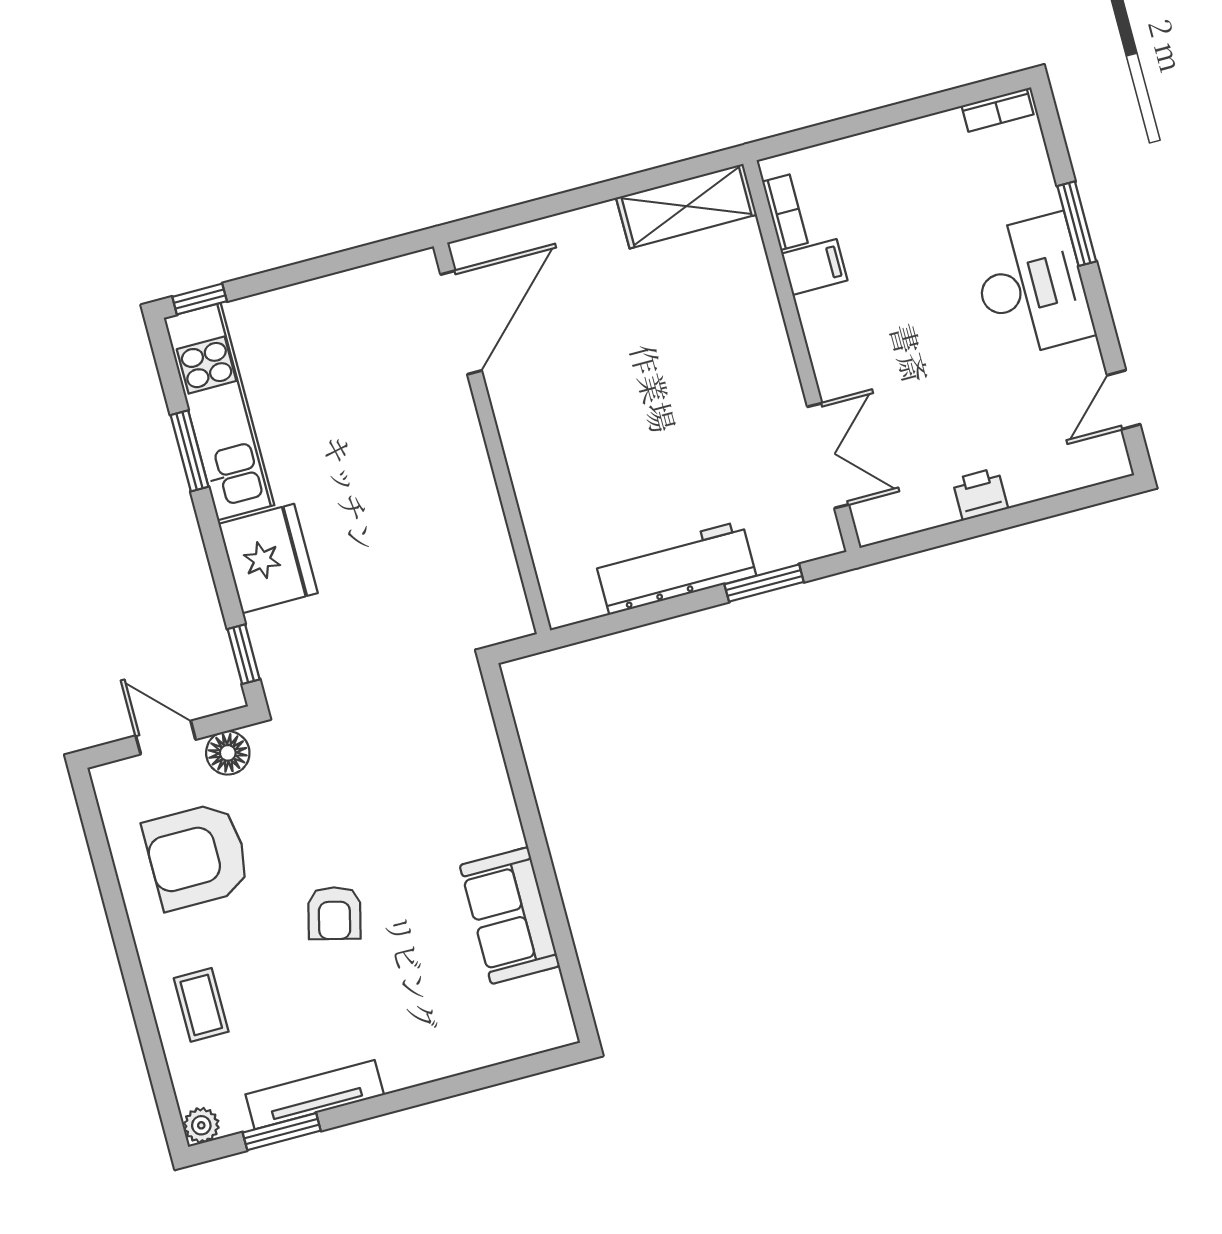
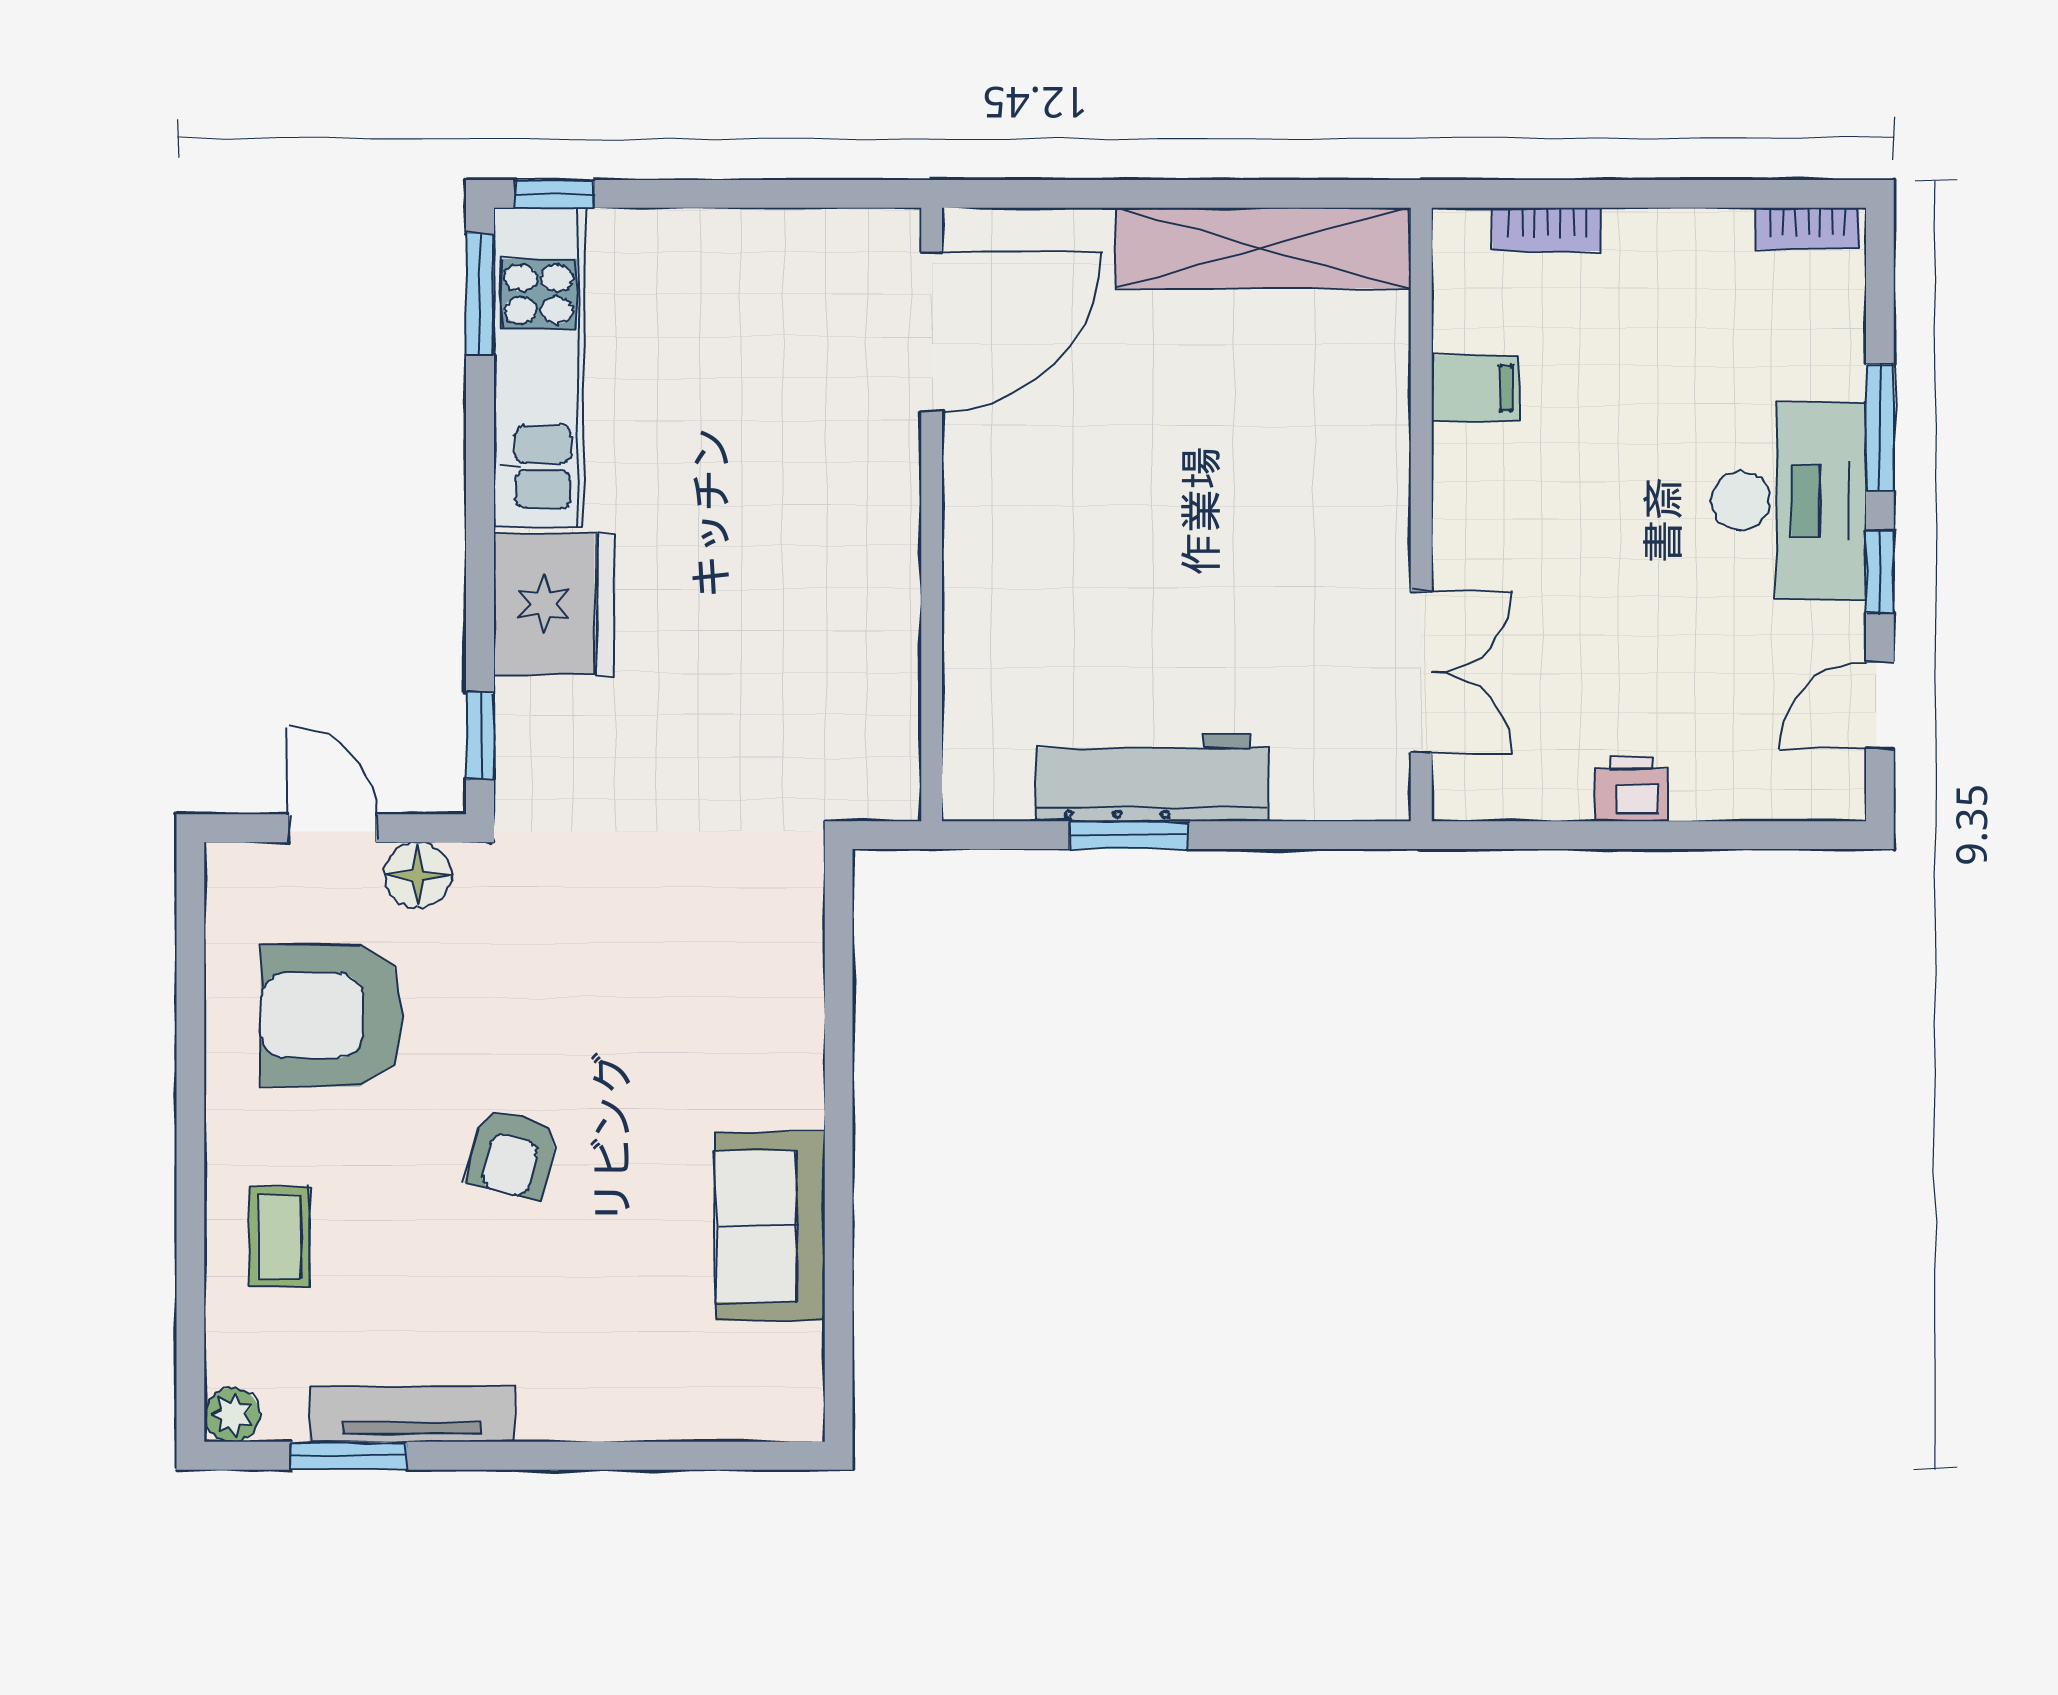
shelving: (686, 206) -> (1263, 248), width x1.47
bookcase: (785, 212) -> (1547, 229), moved, turned 90
window: (1101, 315) -> (1880, 572), added
window: (190, 451) -> (480, 294), moved
window: (764, 583) -> (1129, 835), moved

